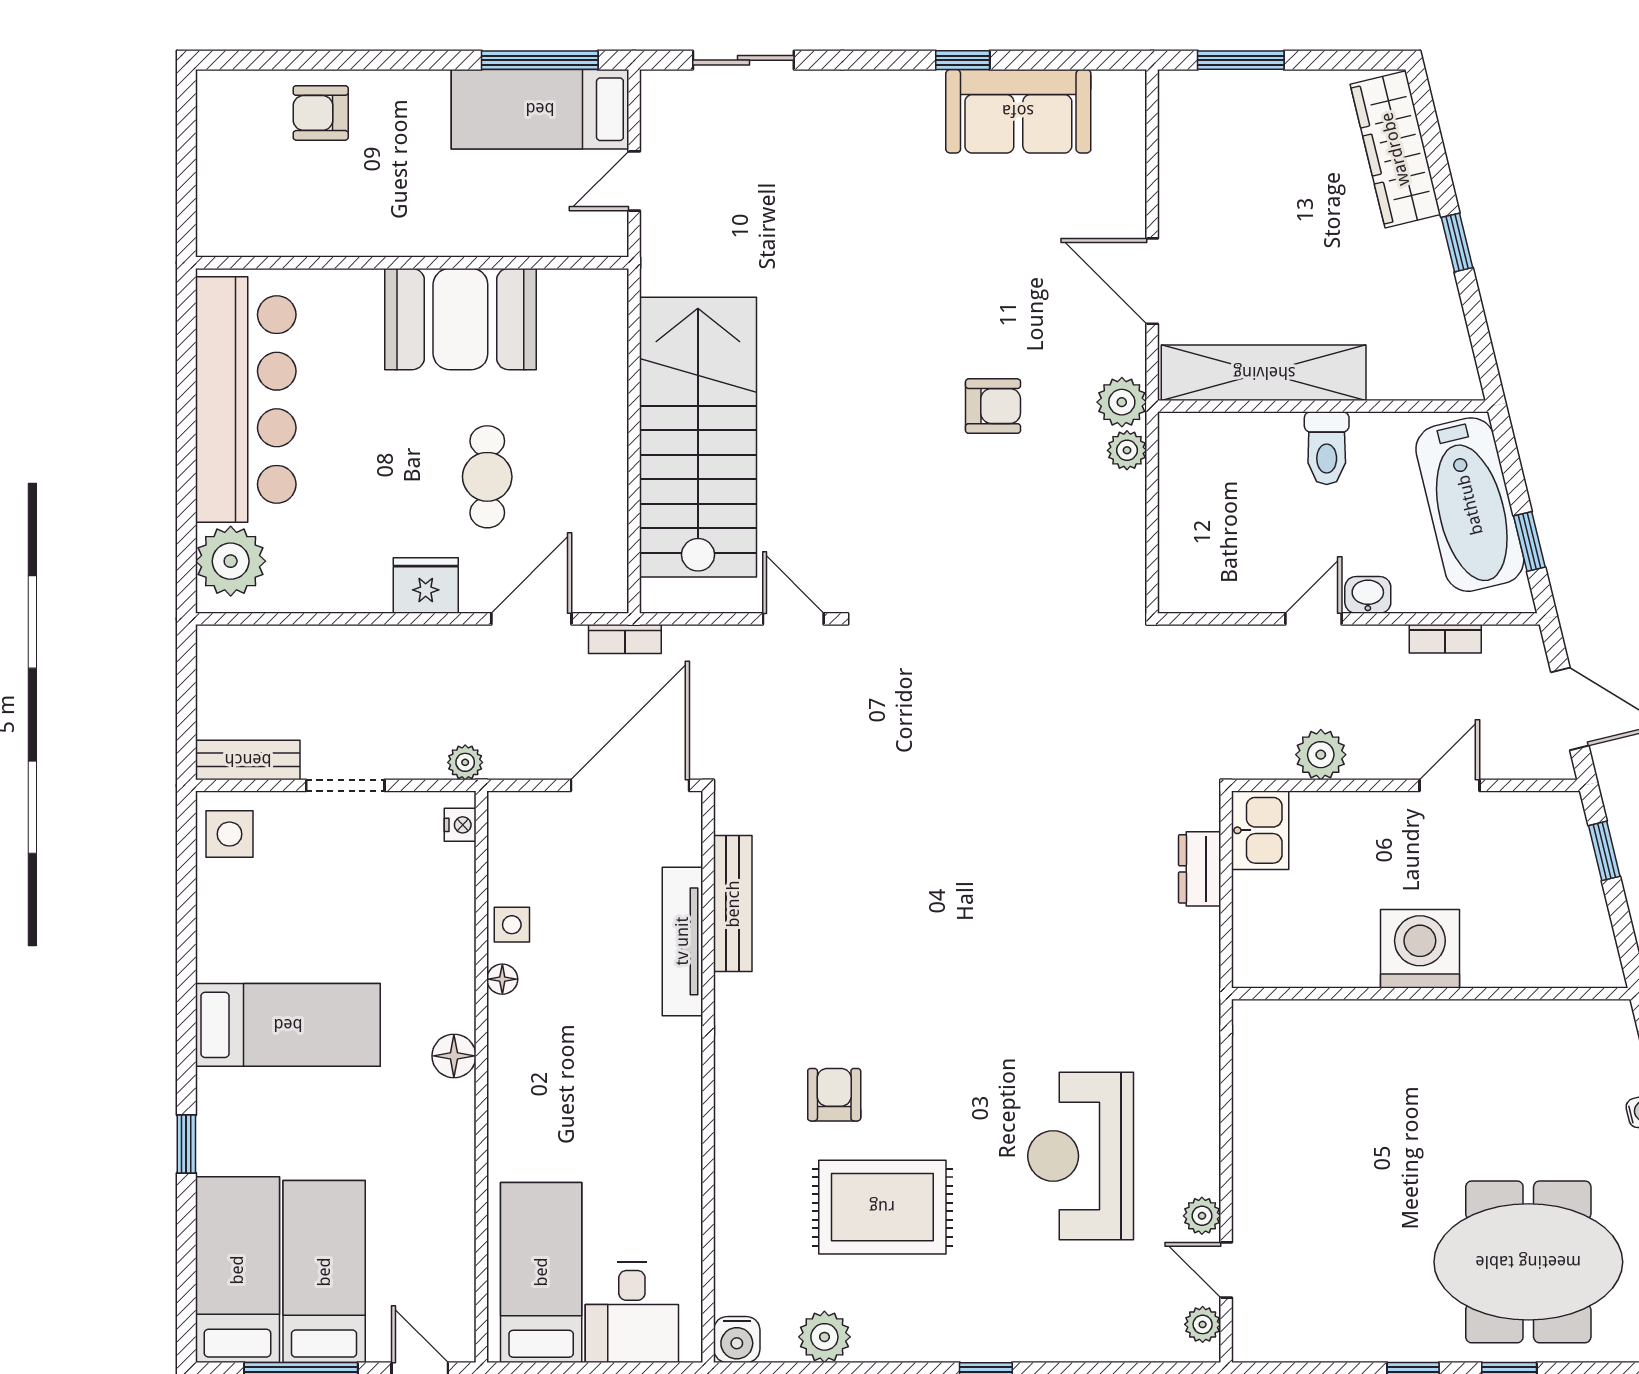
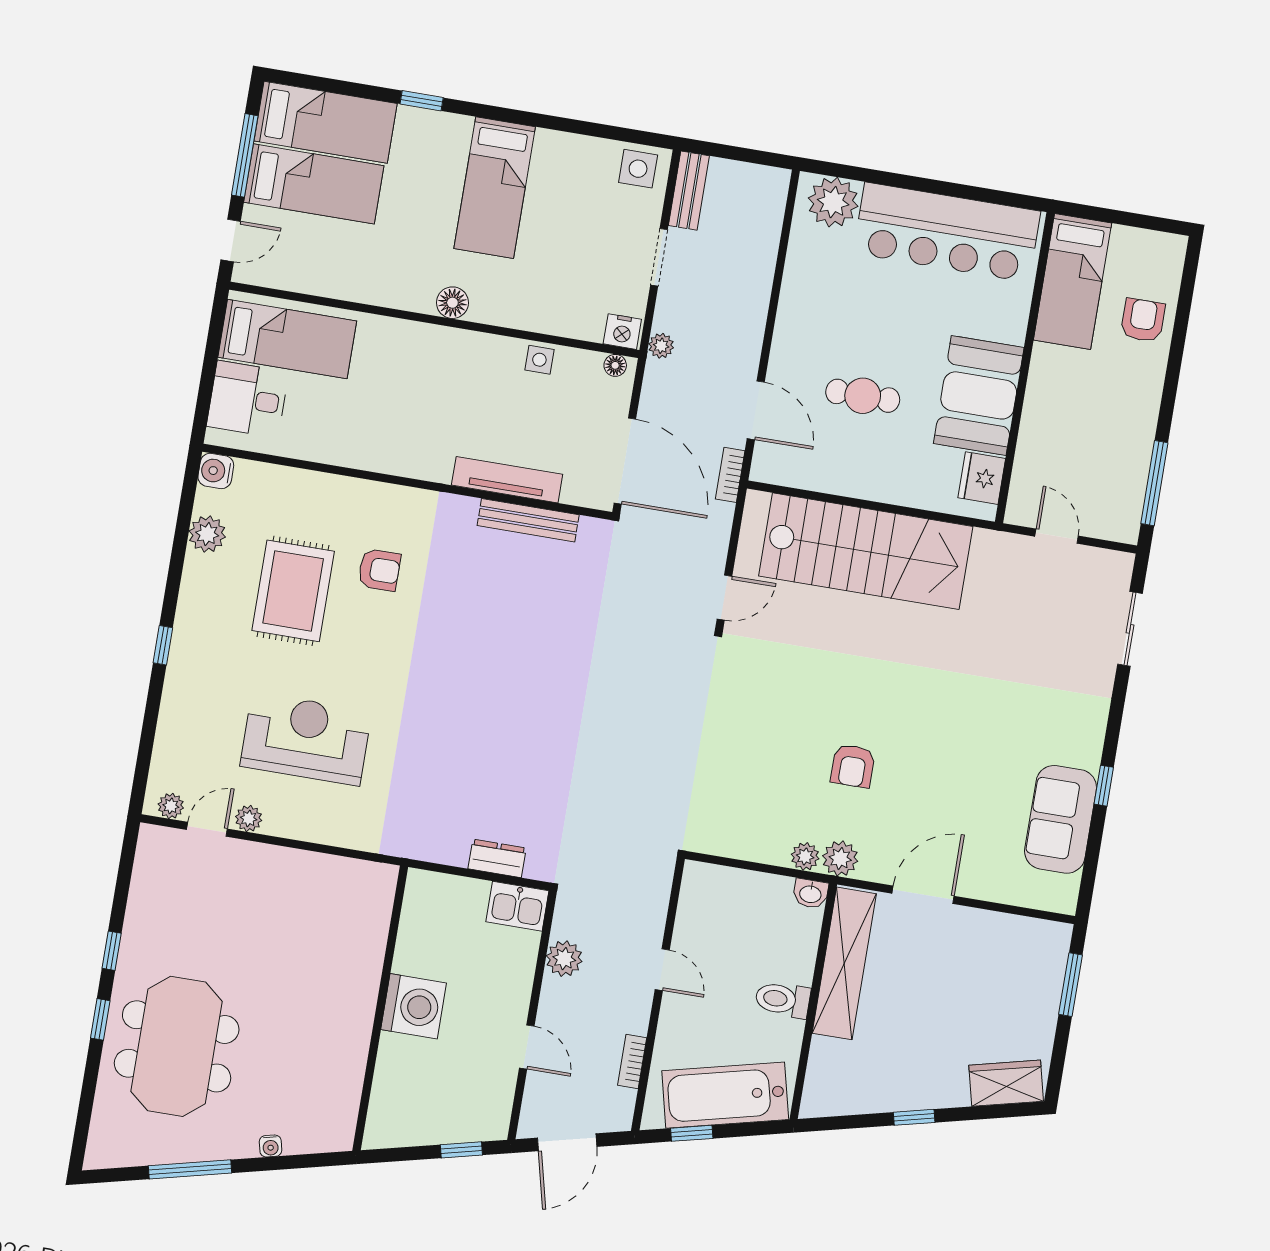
bed: (540, 109) -> (1073, 282), moved, turned 180
wardrobe: (1395, 149) -> (1006, 1083), width x0.67
fridge: (426, 586) -> (982, 478), moved, turned 180
washbasin: (1368, 595) -> (810, 894), moved, turned 90
nightstand: (460, 825) -> (622, 332), width x1.39, depth x1.35
floor lamp: (502, 979) -> (615, 365), moved

